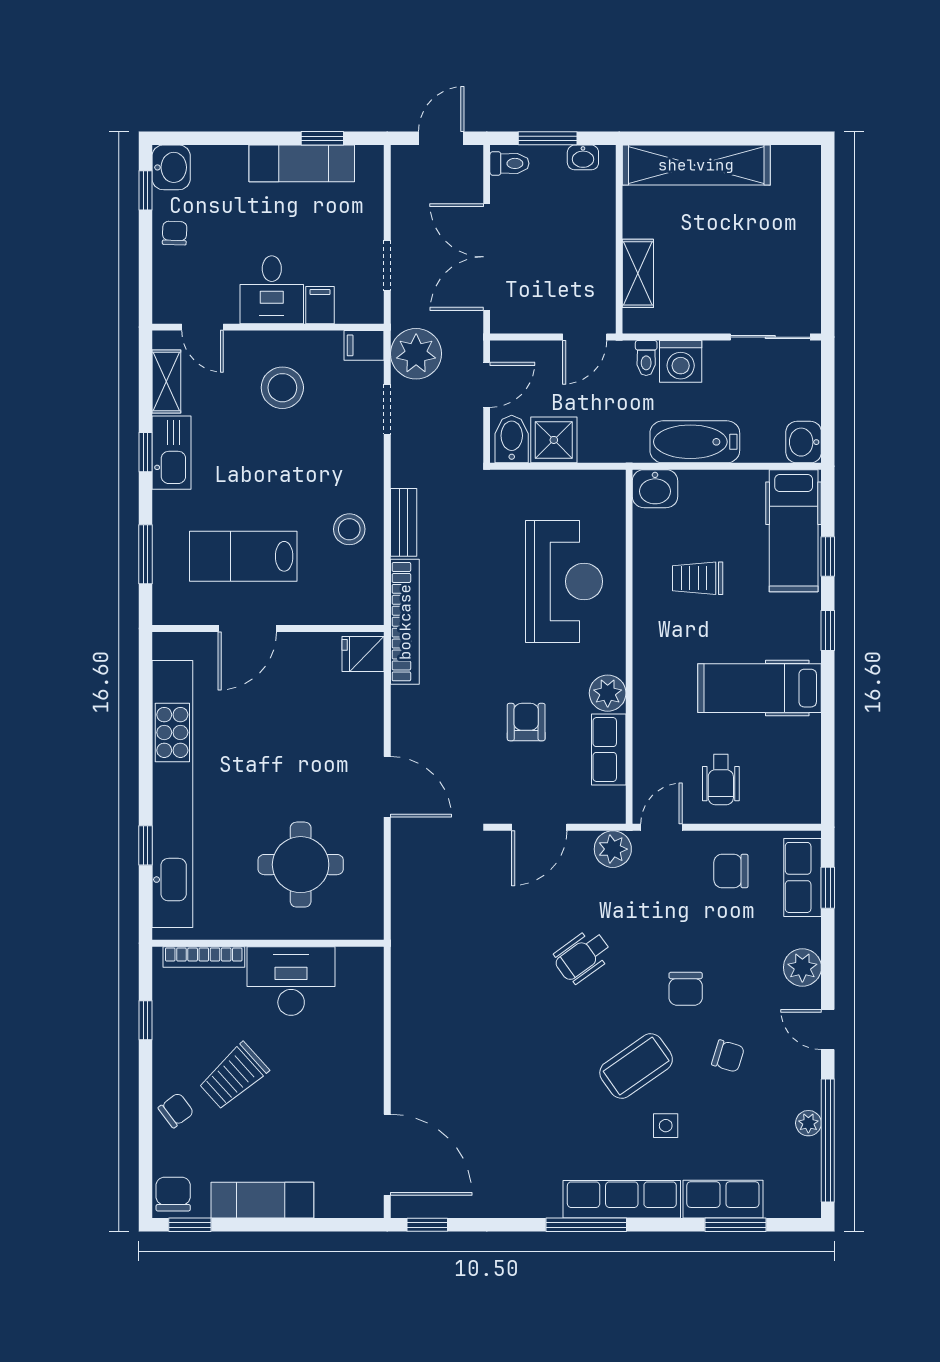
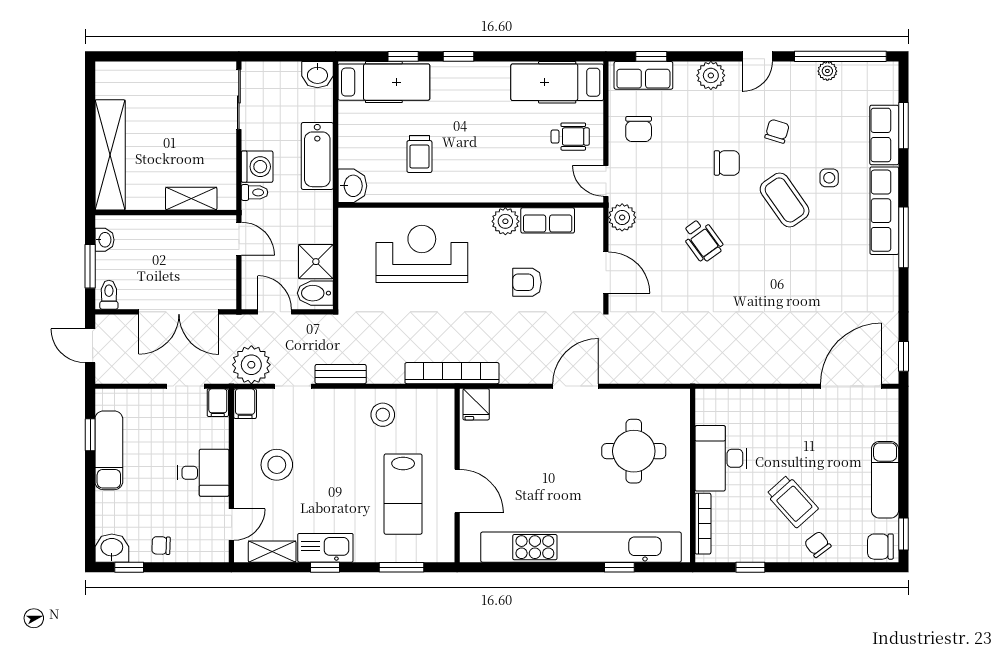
filing cabinet: (320, 305) -> (218, 403), moved, turned -90
bench: (404, 522) -> (341, 374), moved
hospital bed: (760, 688) -> (557, 82), moved, turned 90

